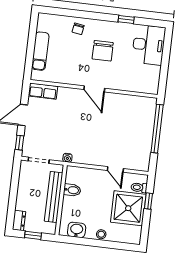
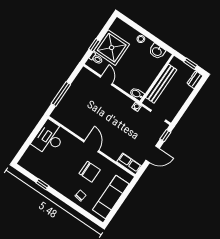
desk: (149, 45) -> (49, 138), moved
exam couch: (40, 51) -> (111, 197), width x1.36, depth x1.45
chair: (103, 51) -> (90, 172), moved, turned 90
window: (157, 129) -> (61, 94), width x0.68
bidet: (72, 190) -> (137, 94), moved

